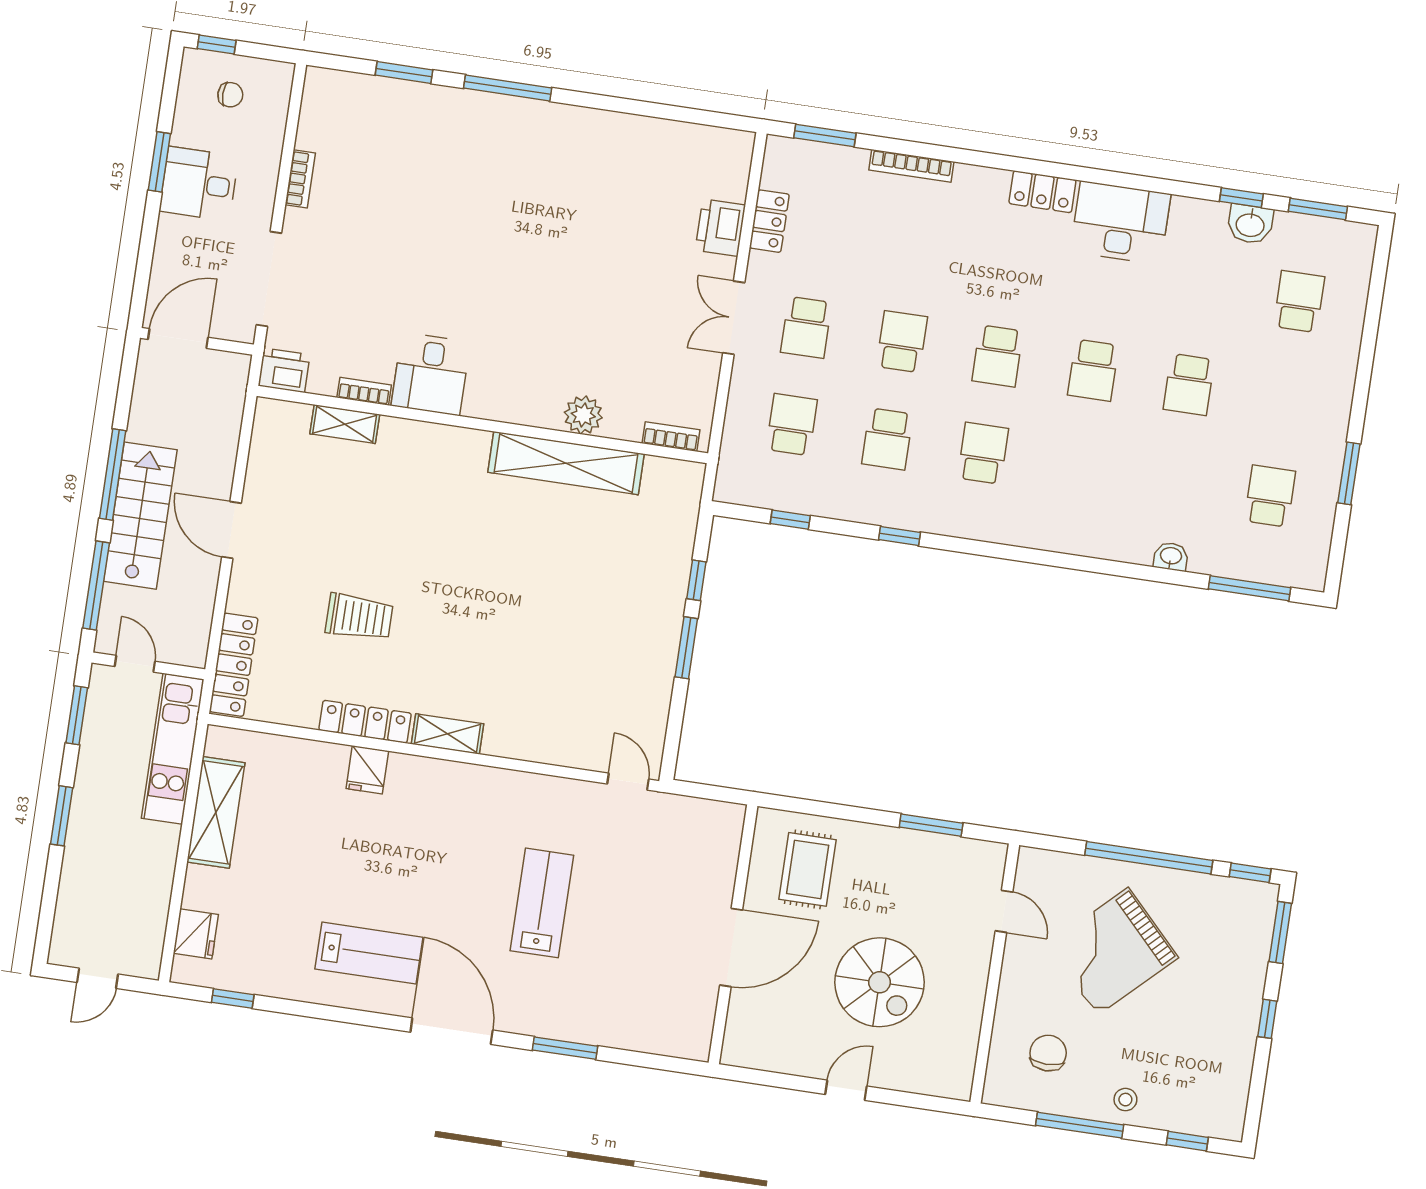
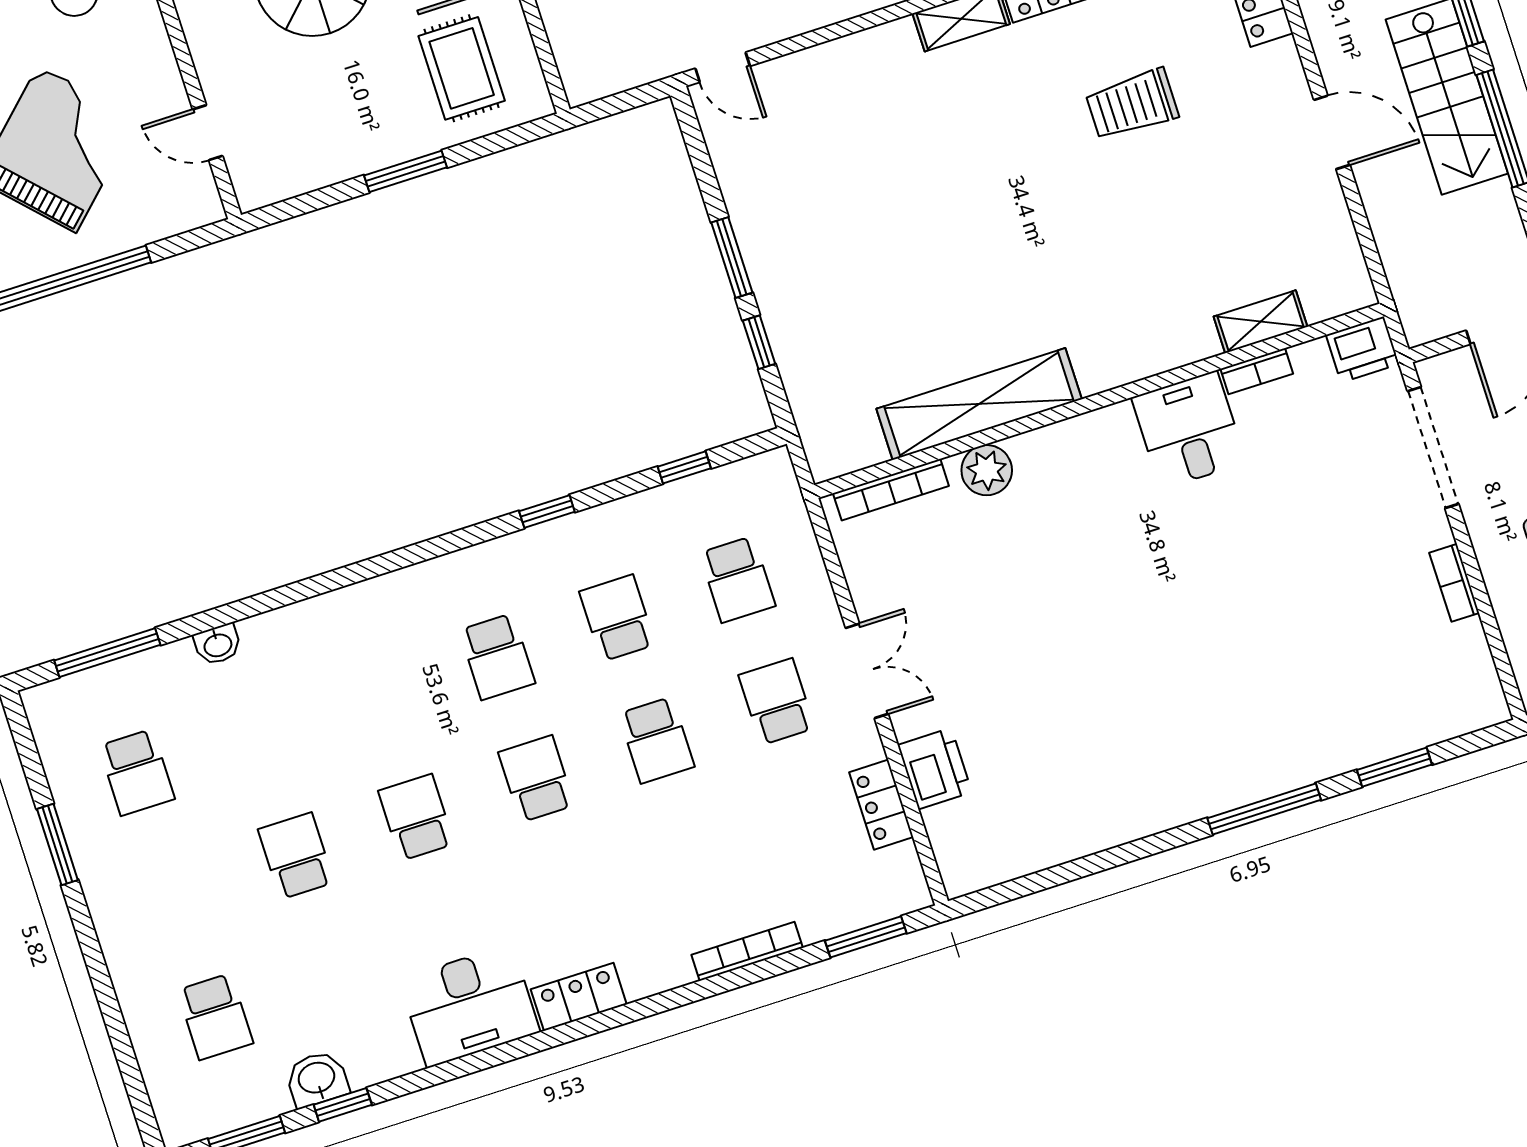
bookcase: (671, 437) -> (891, 490), width x1.56
window: (931, 825) -> (406, 171), moved

